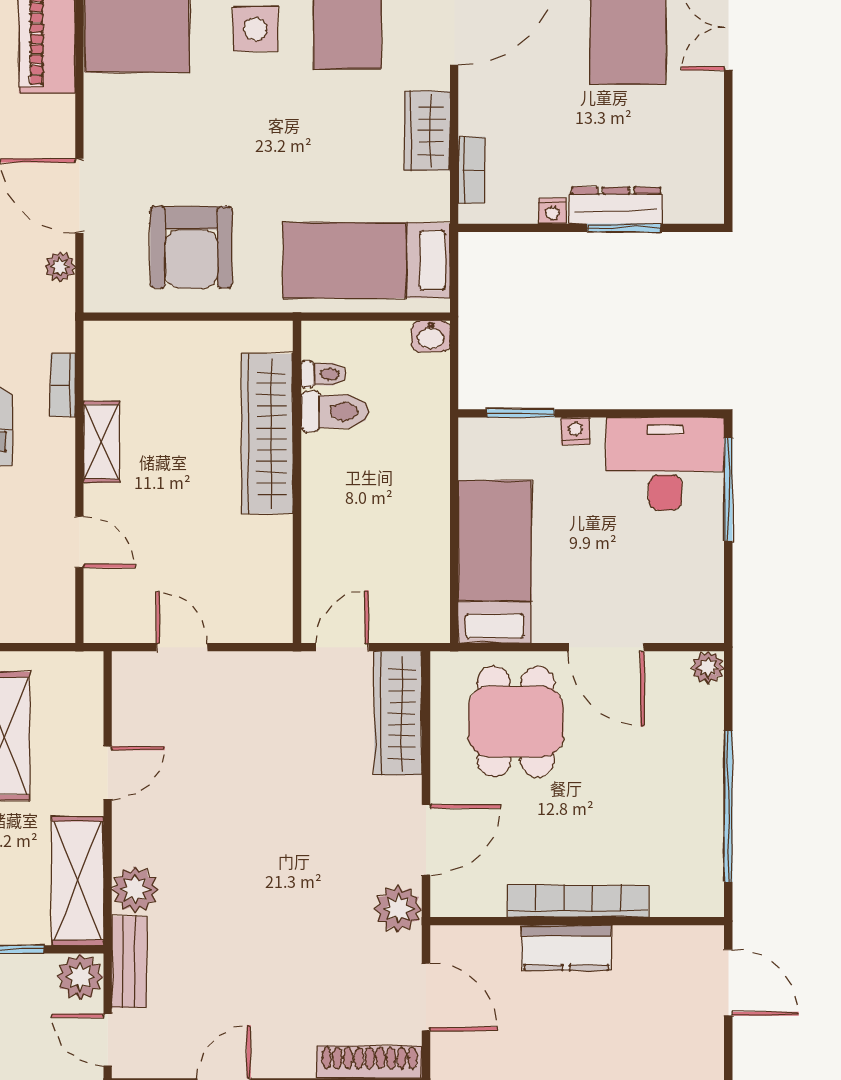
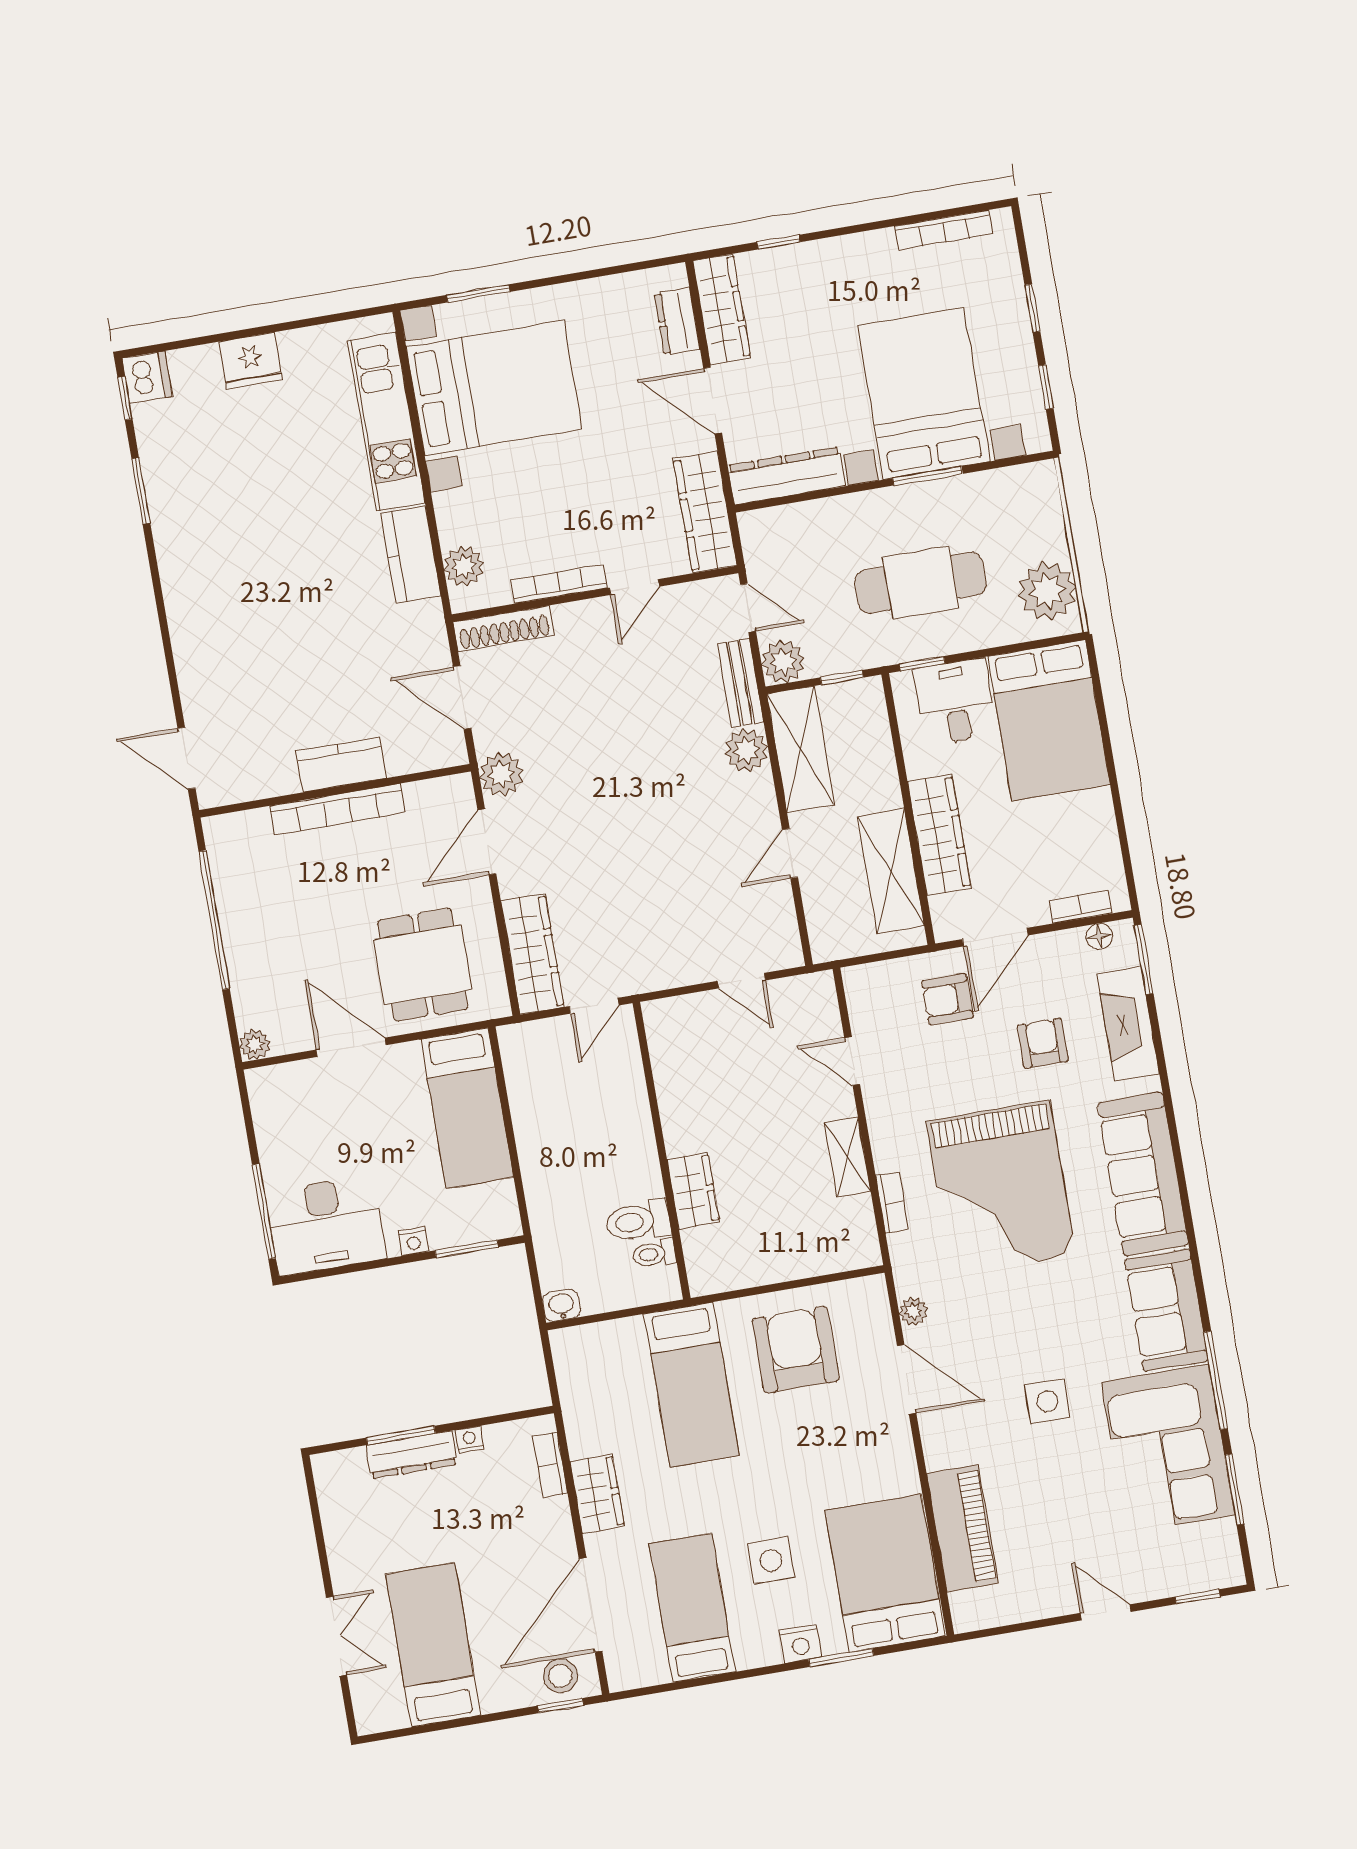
bed: (367, 260) -> (692, 1385), moved, turned 90
wardrobe: (267, 434) -> (693, 1191), width x0.48, depth x0.85

